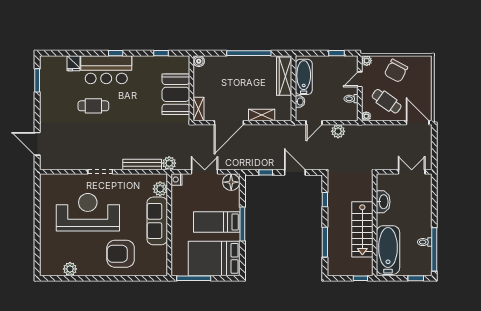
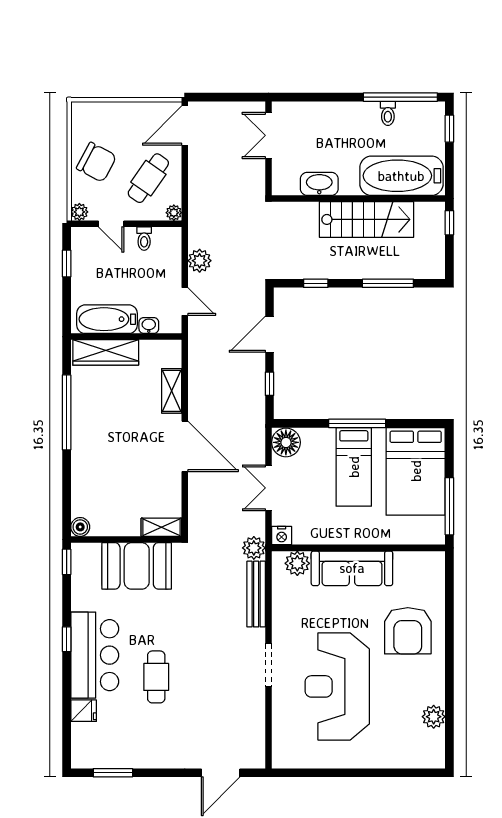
boiler: (199, 61) -> (80, 527), moved
wall: (191, 88) -> (126, 540), moved
booth: (176, 94) -> (137, 566), moved
shelving: (199, 109) -> (161, 527), moved

